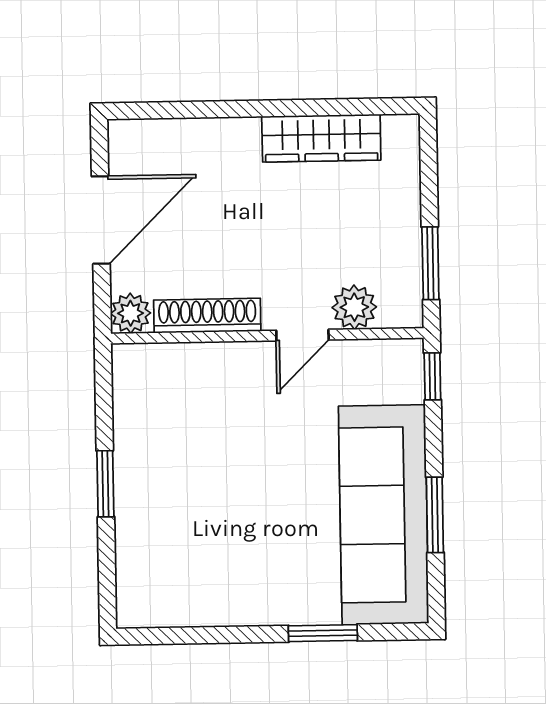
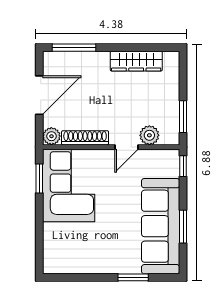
window: (179, 110) -> (74, 48), added
corner sofa: (172, 425) -> (69, 185), added
window: (105, 484) -> (39, 179), moved

